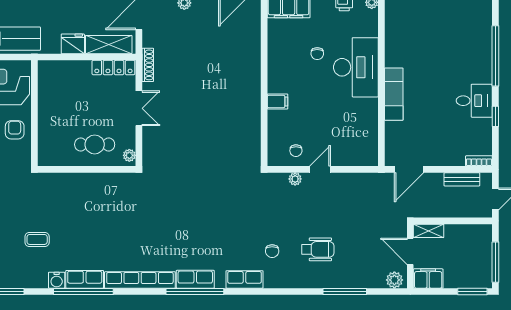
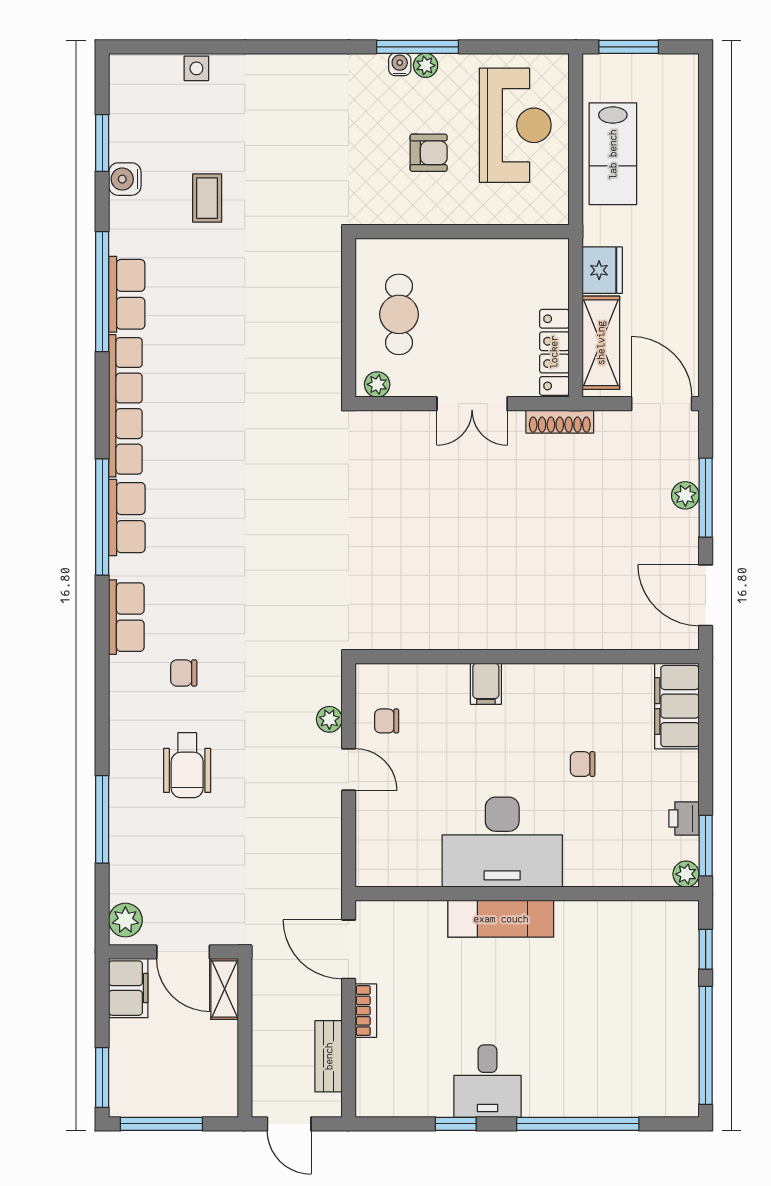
desk: (356, 67) -> (502, 842), moved
wall: (34, 113) -> (462, 232), moved
bookcase: (479, 161) -> (366, 1011), moved
door: (410, 251) -> (183, 952), swing flipped
water cooler: (57, 280) -> (125, 179), moved

